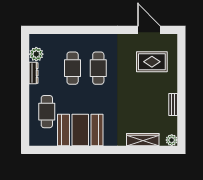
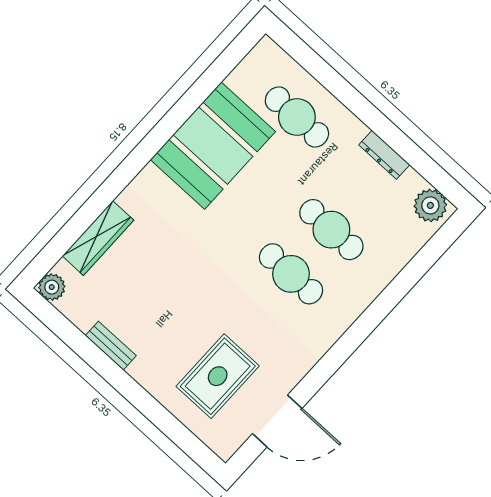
plant: (36, 54) -> (430, 205), moved

